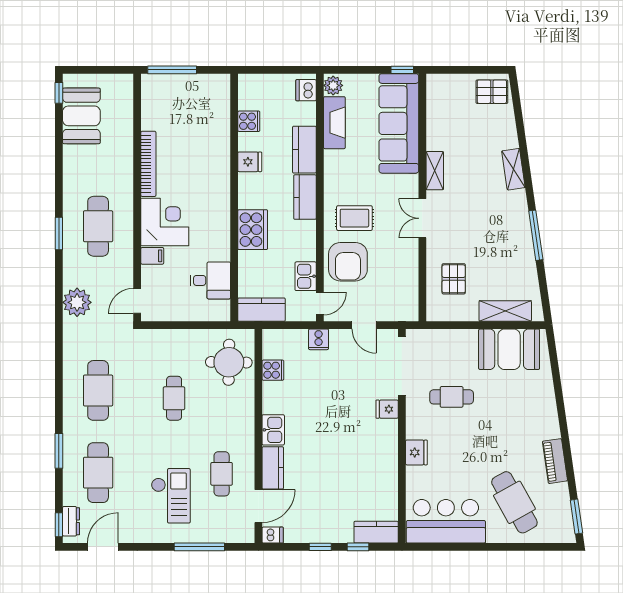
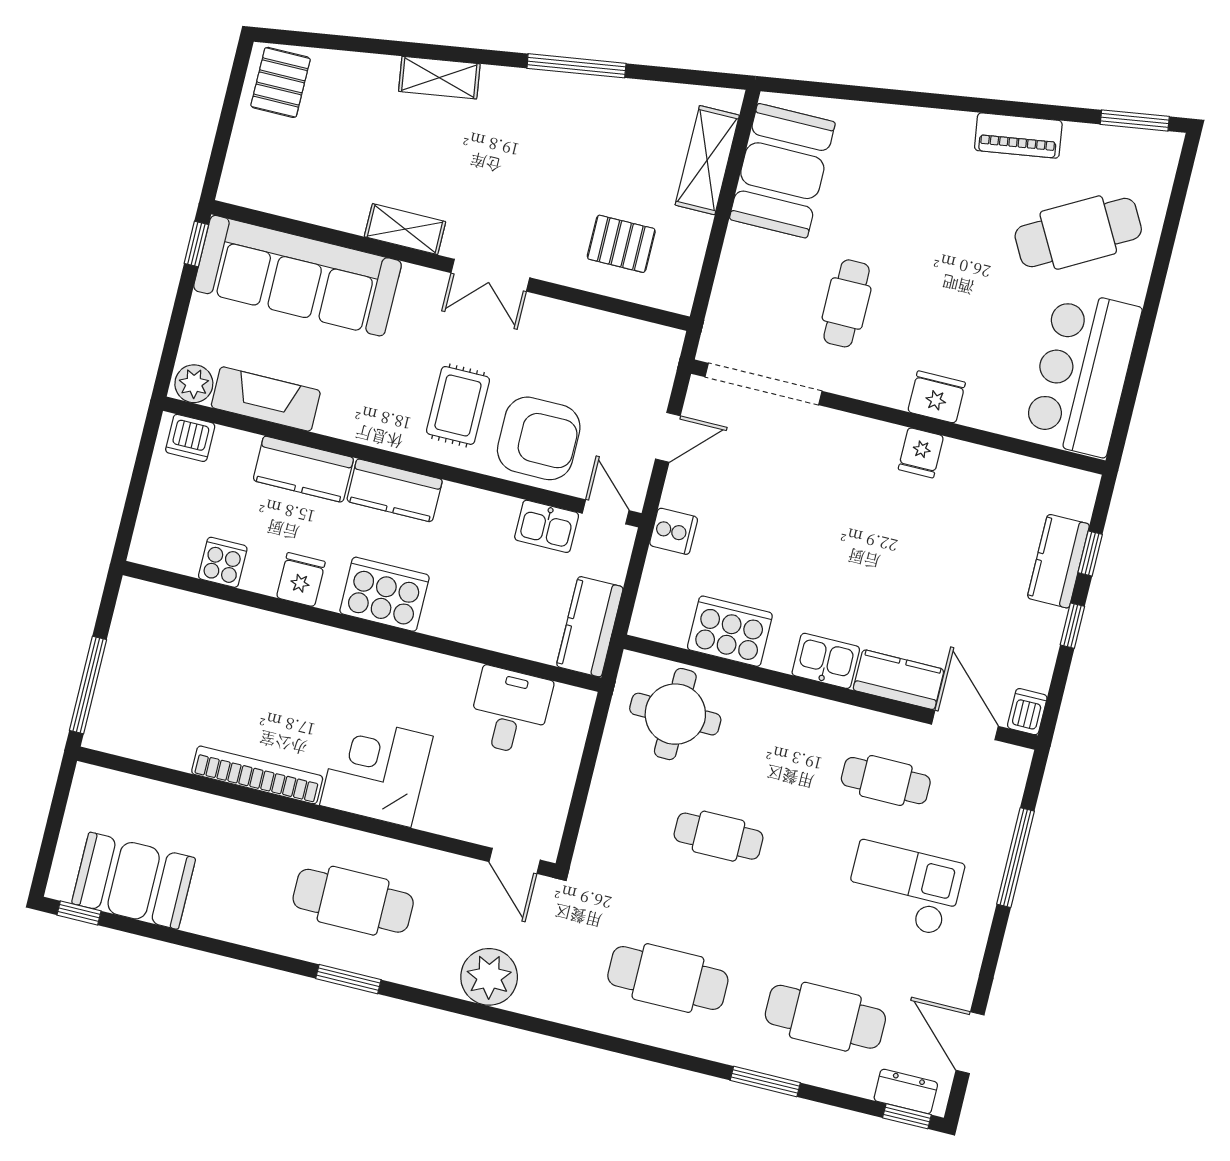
cooker: (253, 230) -> (384, 594), moved
filing cabinet: (152, 256) -> (435, 811), removed
cooker: (273, 370) -> (730, 631), width x1.87, depth x1.31
fridge: (387, 409) -> (921, 453), moved
kitchen counter: (376, 532) -> (1058, 561), moved

